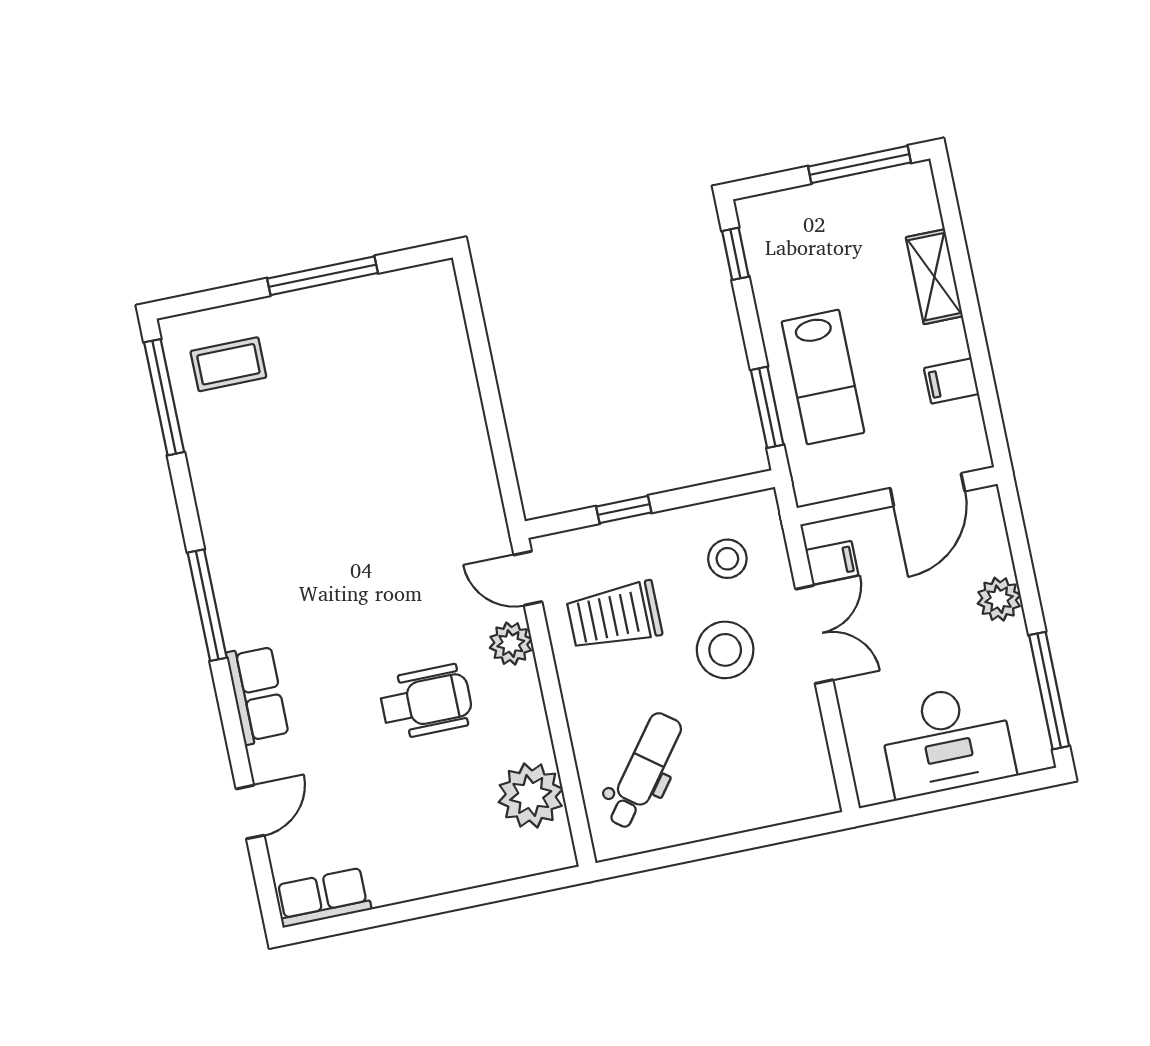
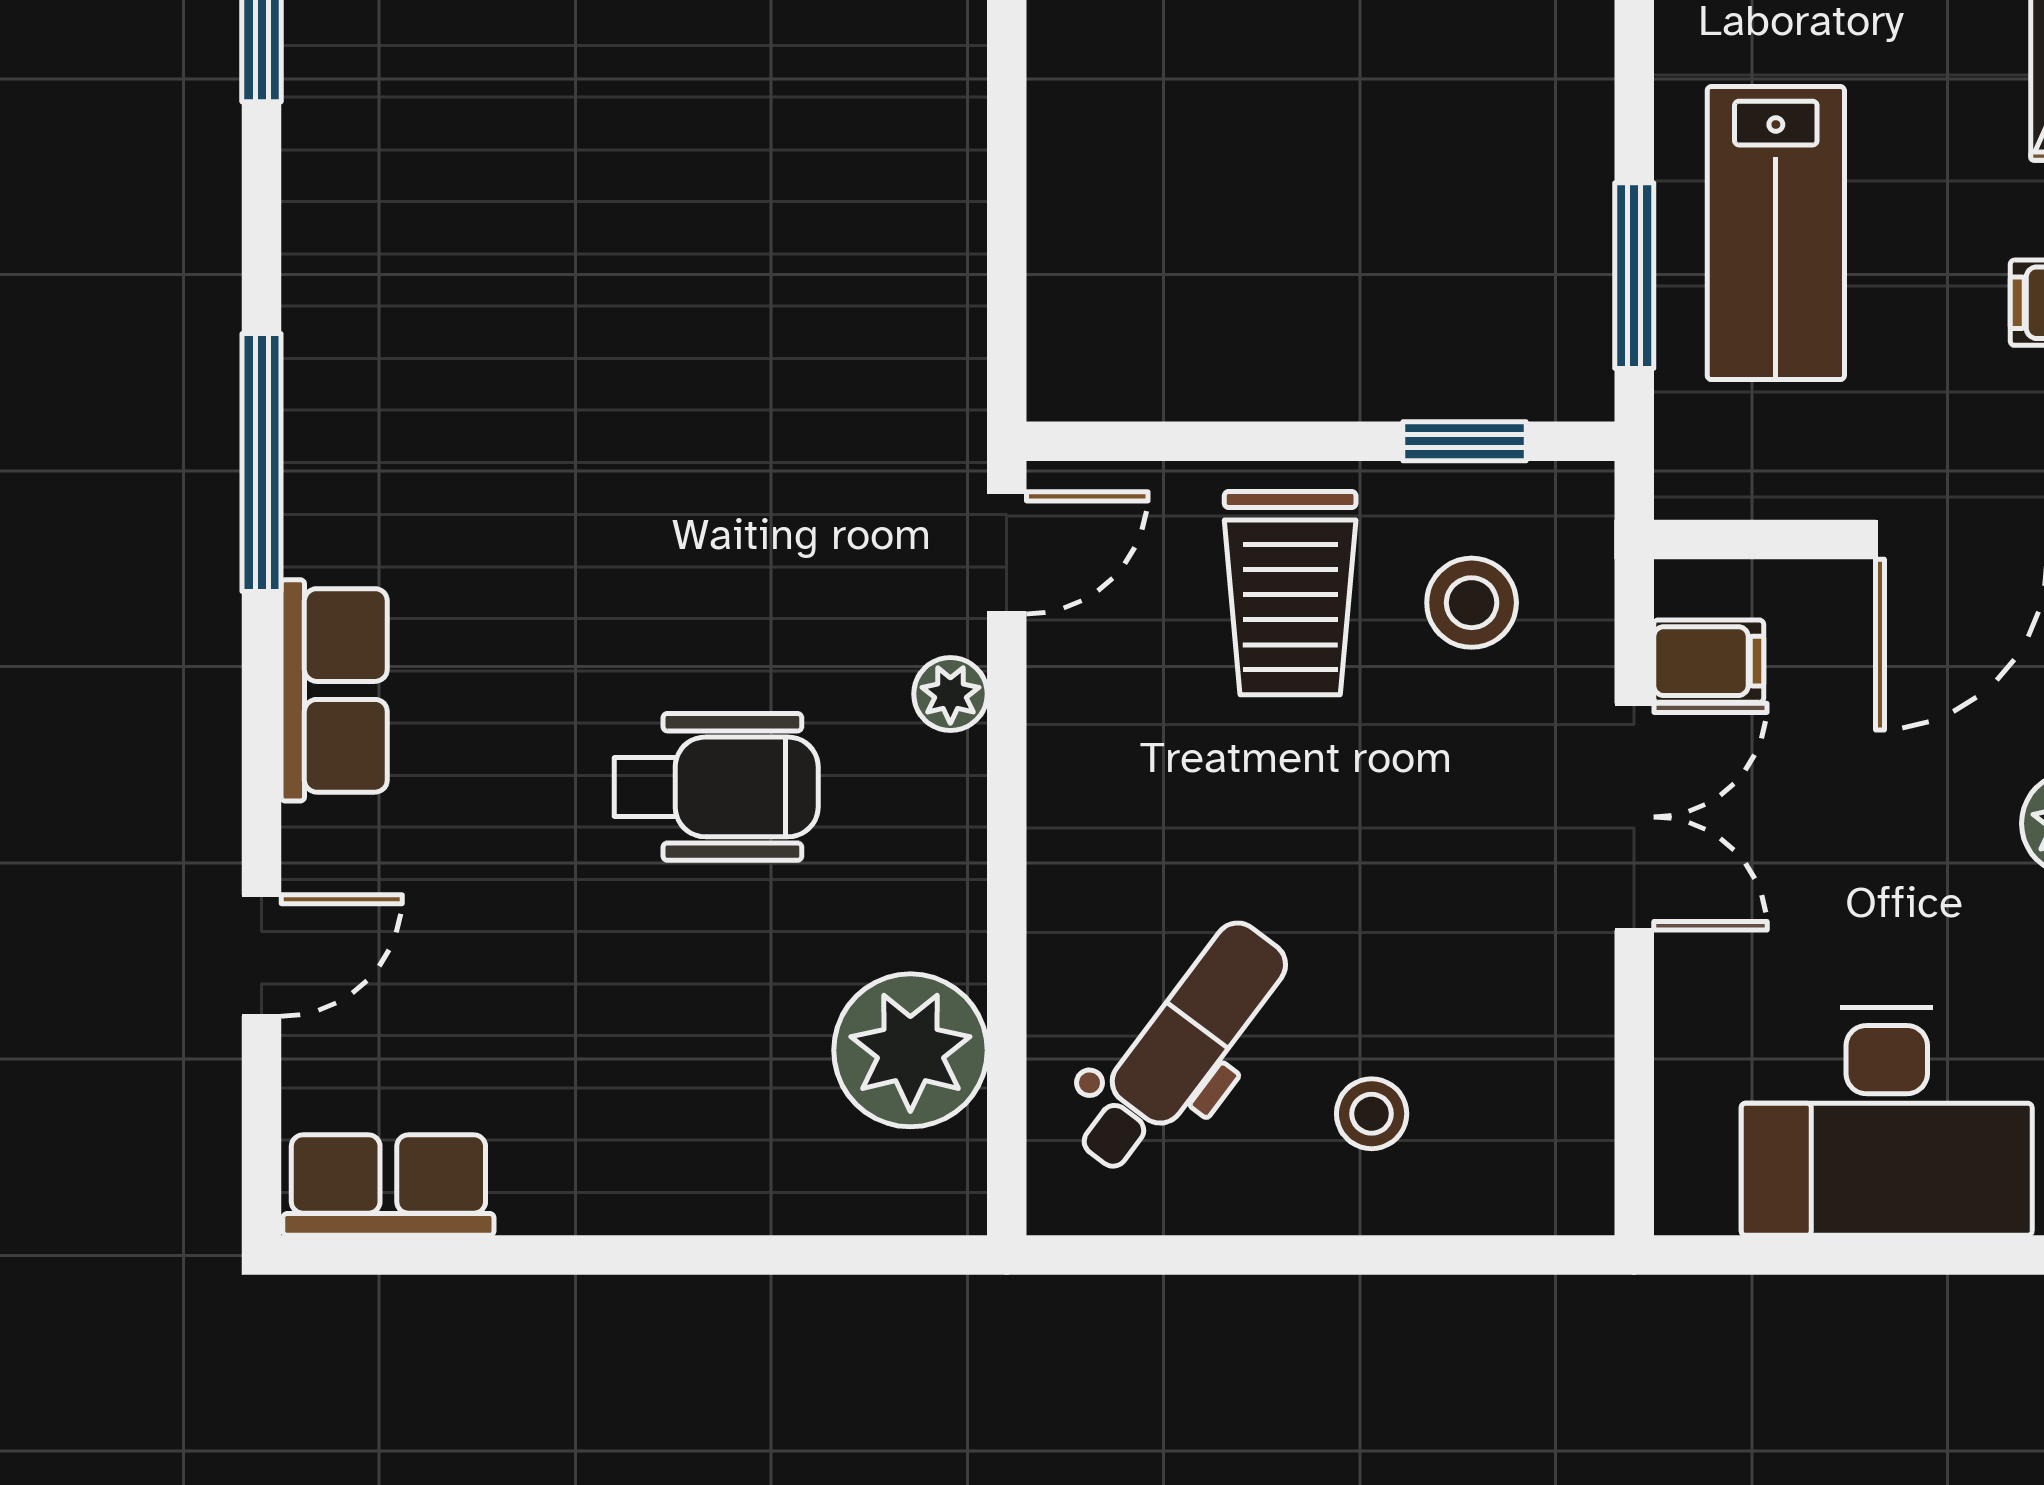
window: (624, 510) -> (1464, 441), moved
door: (528, 578) -> (1007, 553), swing flipped
trolley: (614, 616) -> (1290, 593), moved, turned -90
plant: (511, 644) -> (950, 694), width x0.73, depth x0.73
stool: (725, 650) -> (1372, 1114), moved, width x0.53, depth x0.53

